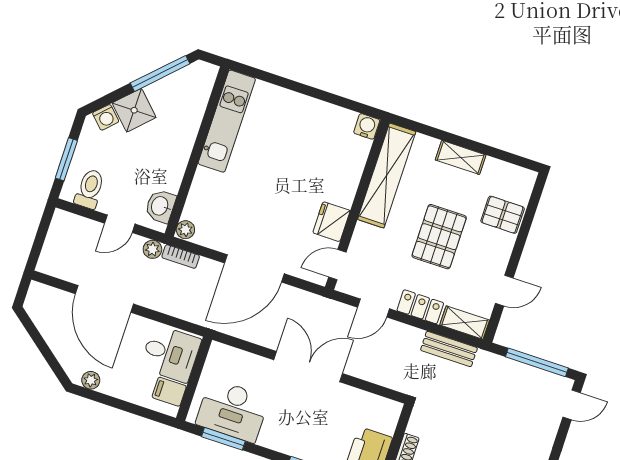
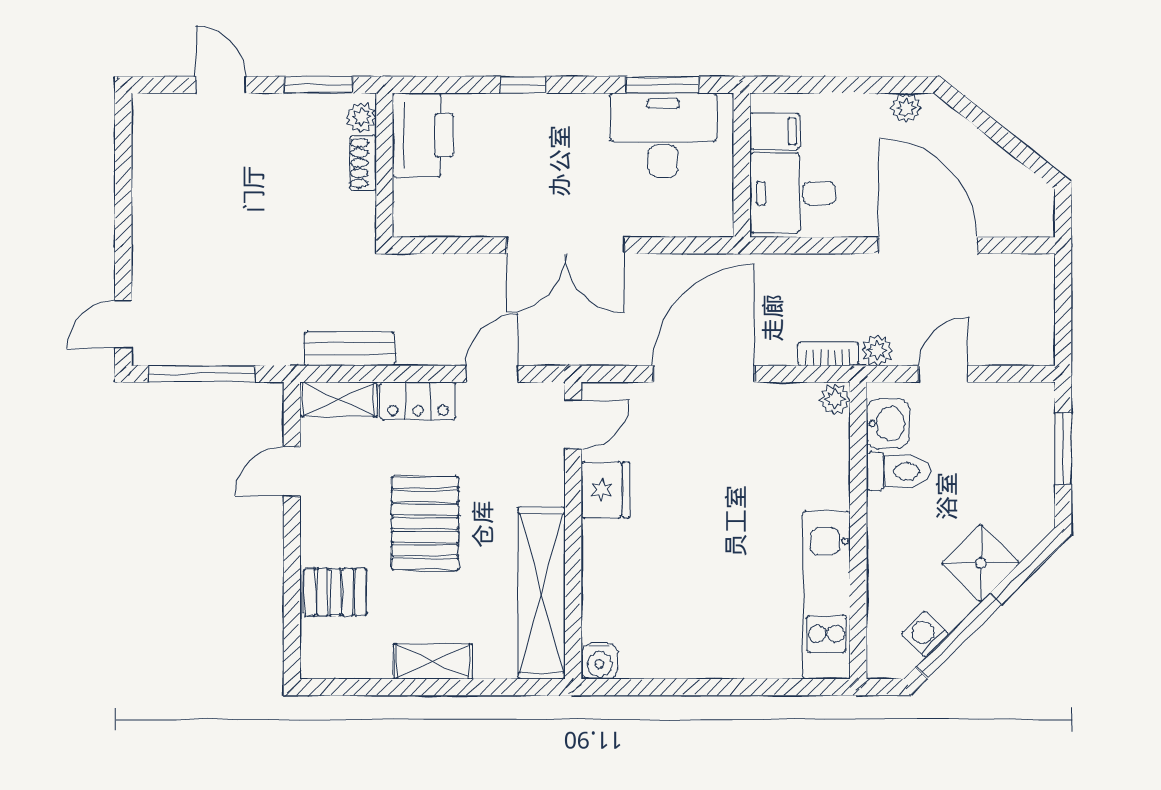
washing machine: (106, 117) -> (925, 634), moved
toilet: (90, 189) -> (898, 471), moved, turned -90

